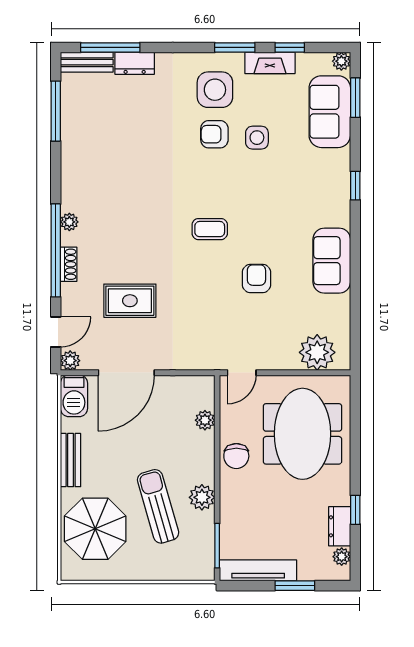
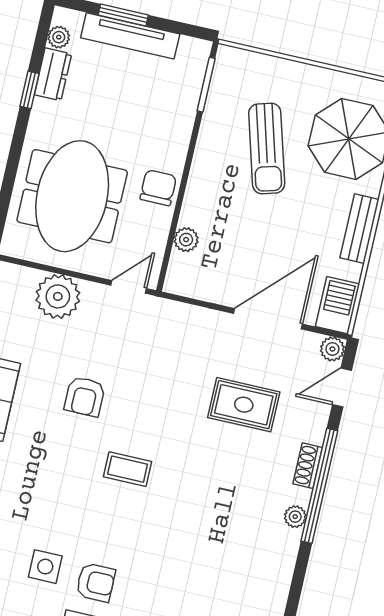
plant: (317, 352) -> (58, 296), moved
plant: (202, 497) -> (211, 147), removed
tv unit: (258, 570) -> (130, 36), moved

